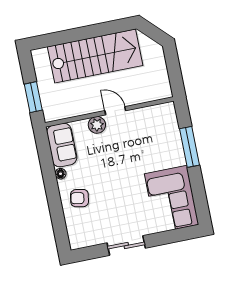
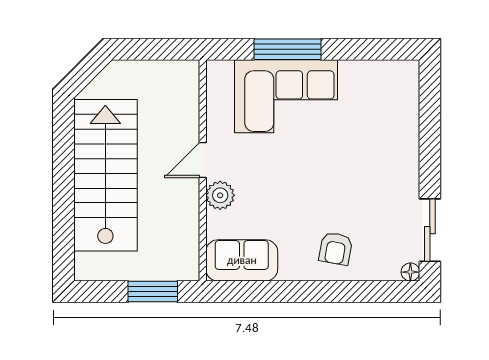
floor lamp: (61, 174) -> (410, 272), moved
corner sofa: (172, 199) -> (286, 96), moved
sliding door: (126, 246) -> (430, 230), moved

